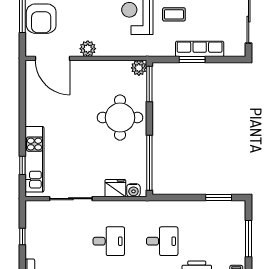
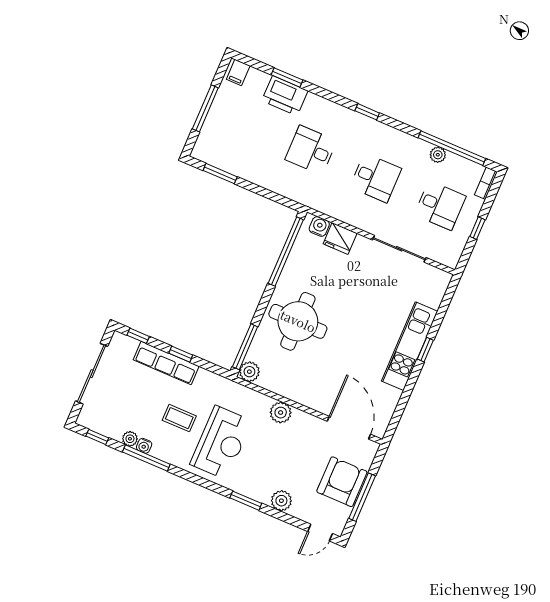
plant: (88, 49) -> (281, 413), moved
window: (192, 60) -> (181, 354), width x0.67
window: (227, 60) -> (138, 336), added
kitchen unit: (35, 159) -> (410, 346), moved
window: (22, 165) -> (425, 350), moved
desk: (55, 241) -> (440, 205), added
desk: (109, 241) -> (376, 178), turned 180

